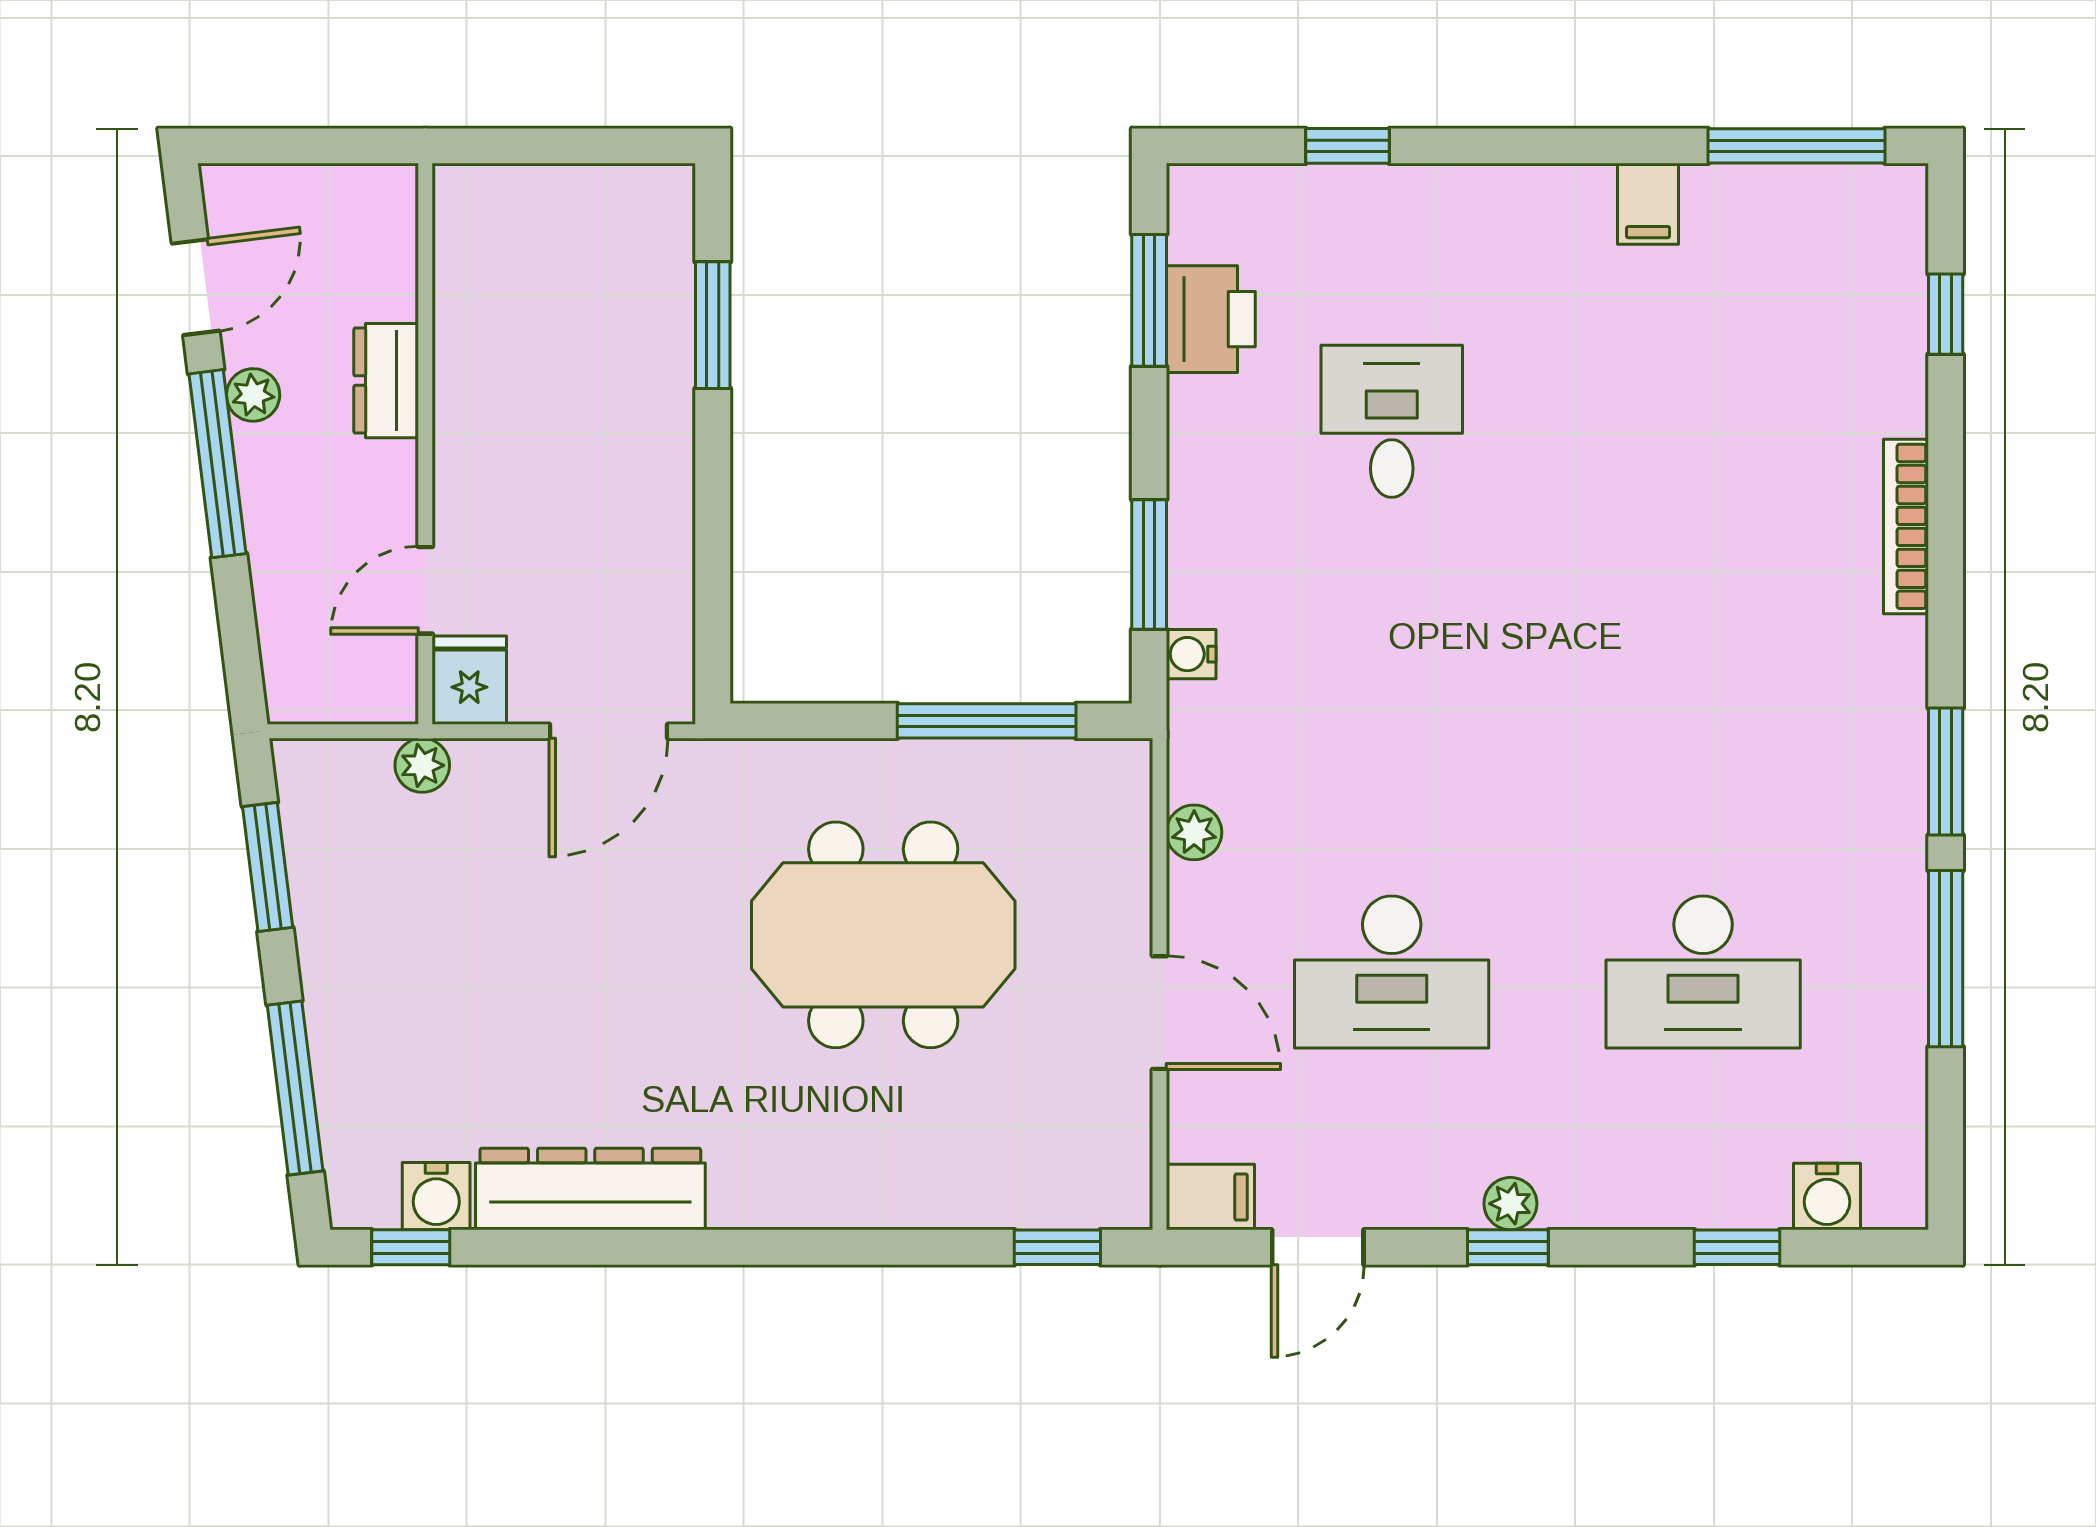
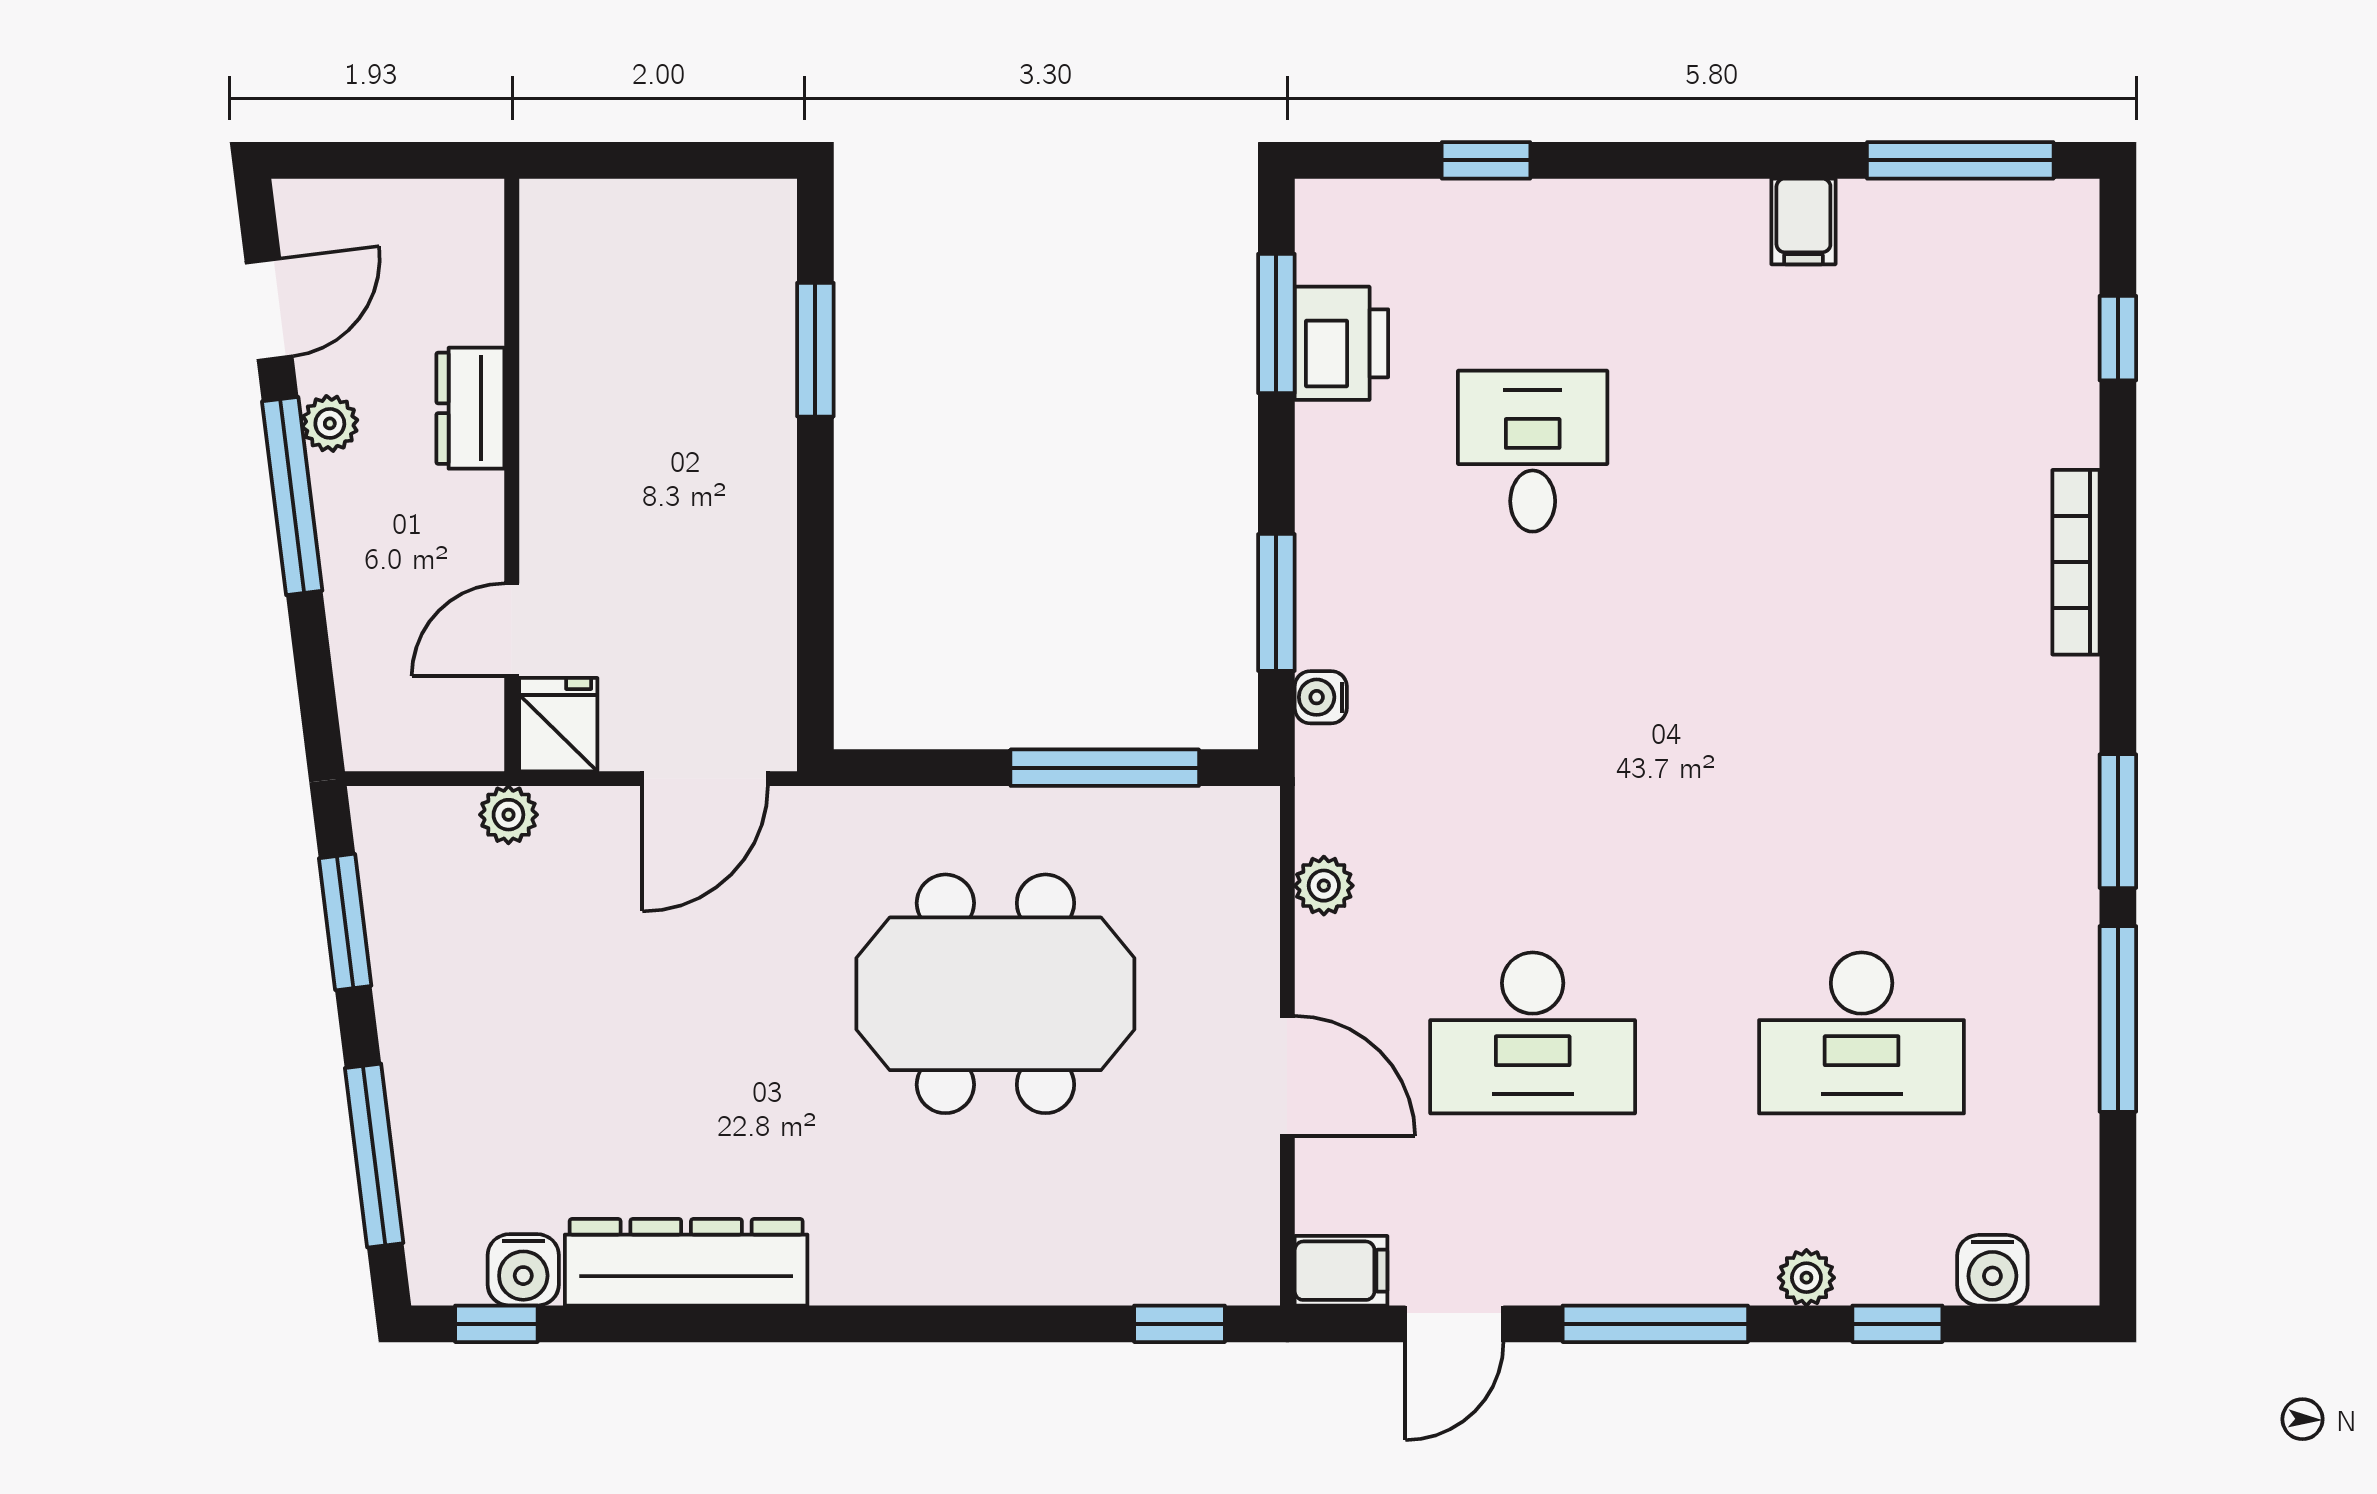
plant: (1510, 1204) -> (1806, 1278), moved
window: (1508, 1247) -> (1655, 1324), width x2.17

